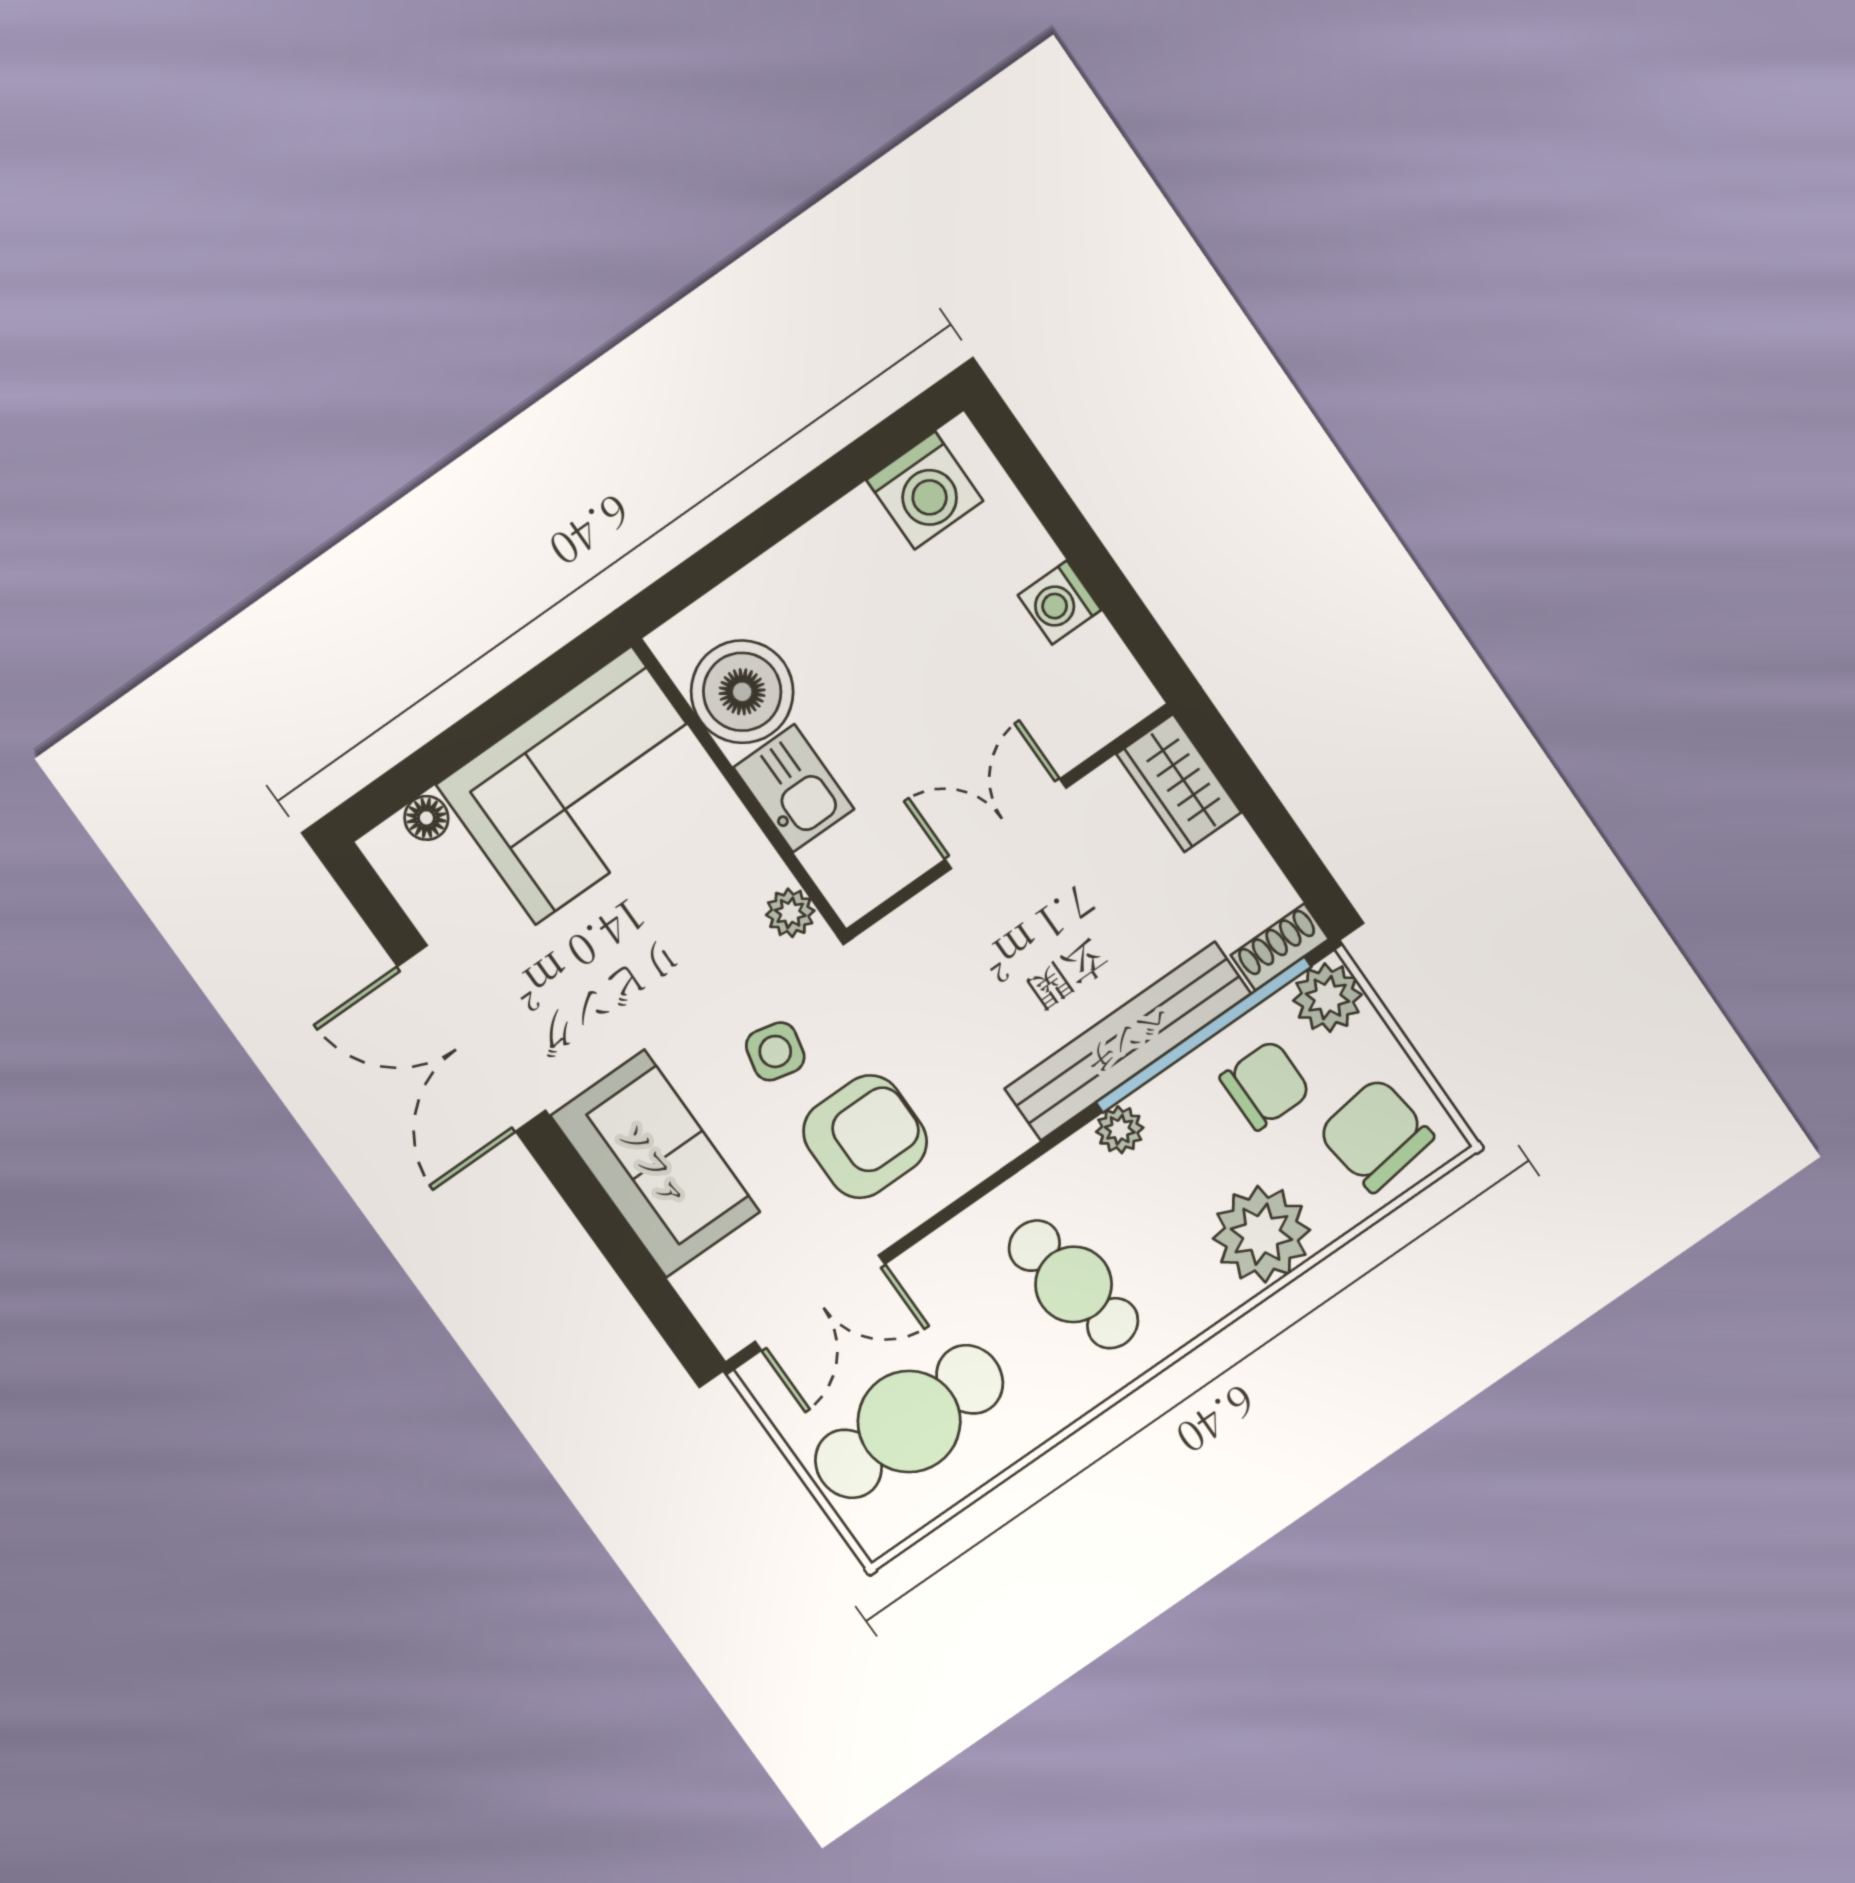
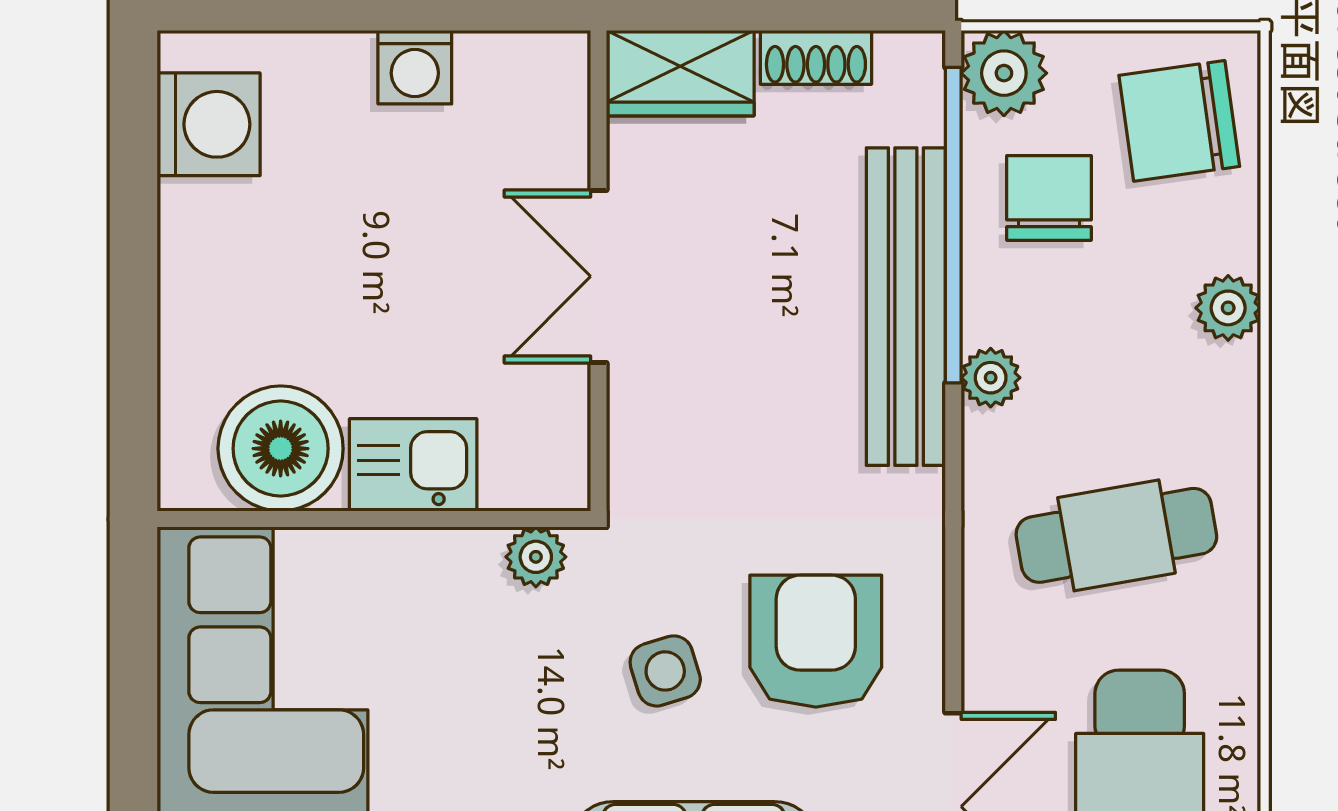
shoe rack: (1280, 947) -> (816, 57), moved, turned -90
side table: (775, 1051) -> (665, 671), turned -30
plant: (1261, 1234) -> (1228, 308), width x0.53, depth x0.53

